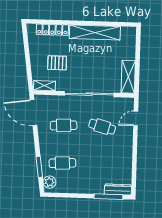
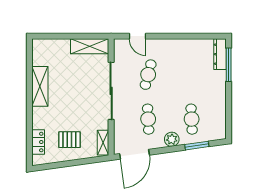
locker: (52, 30) -> (38, 142), width x0.66
shelving: (95, 33) -> (40, 86), width x0.68
pallet: (57, 63) -> (69, 140), moved, turned 90
plant: (49, 182) -> (172, 139), moved

